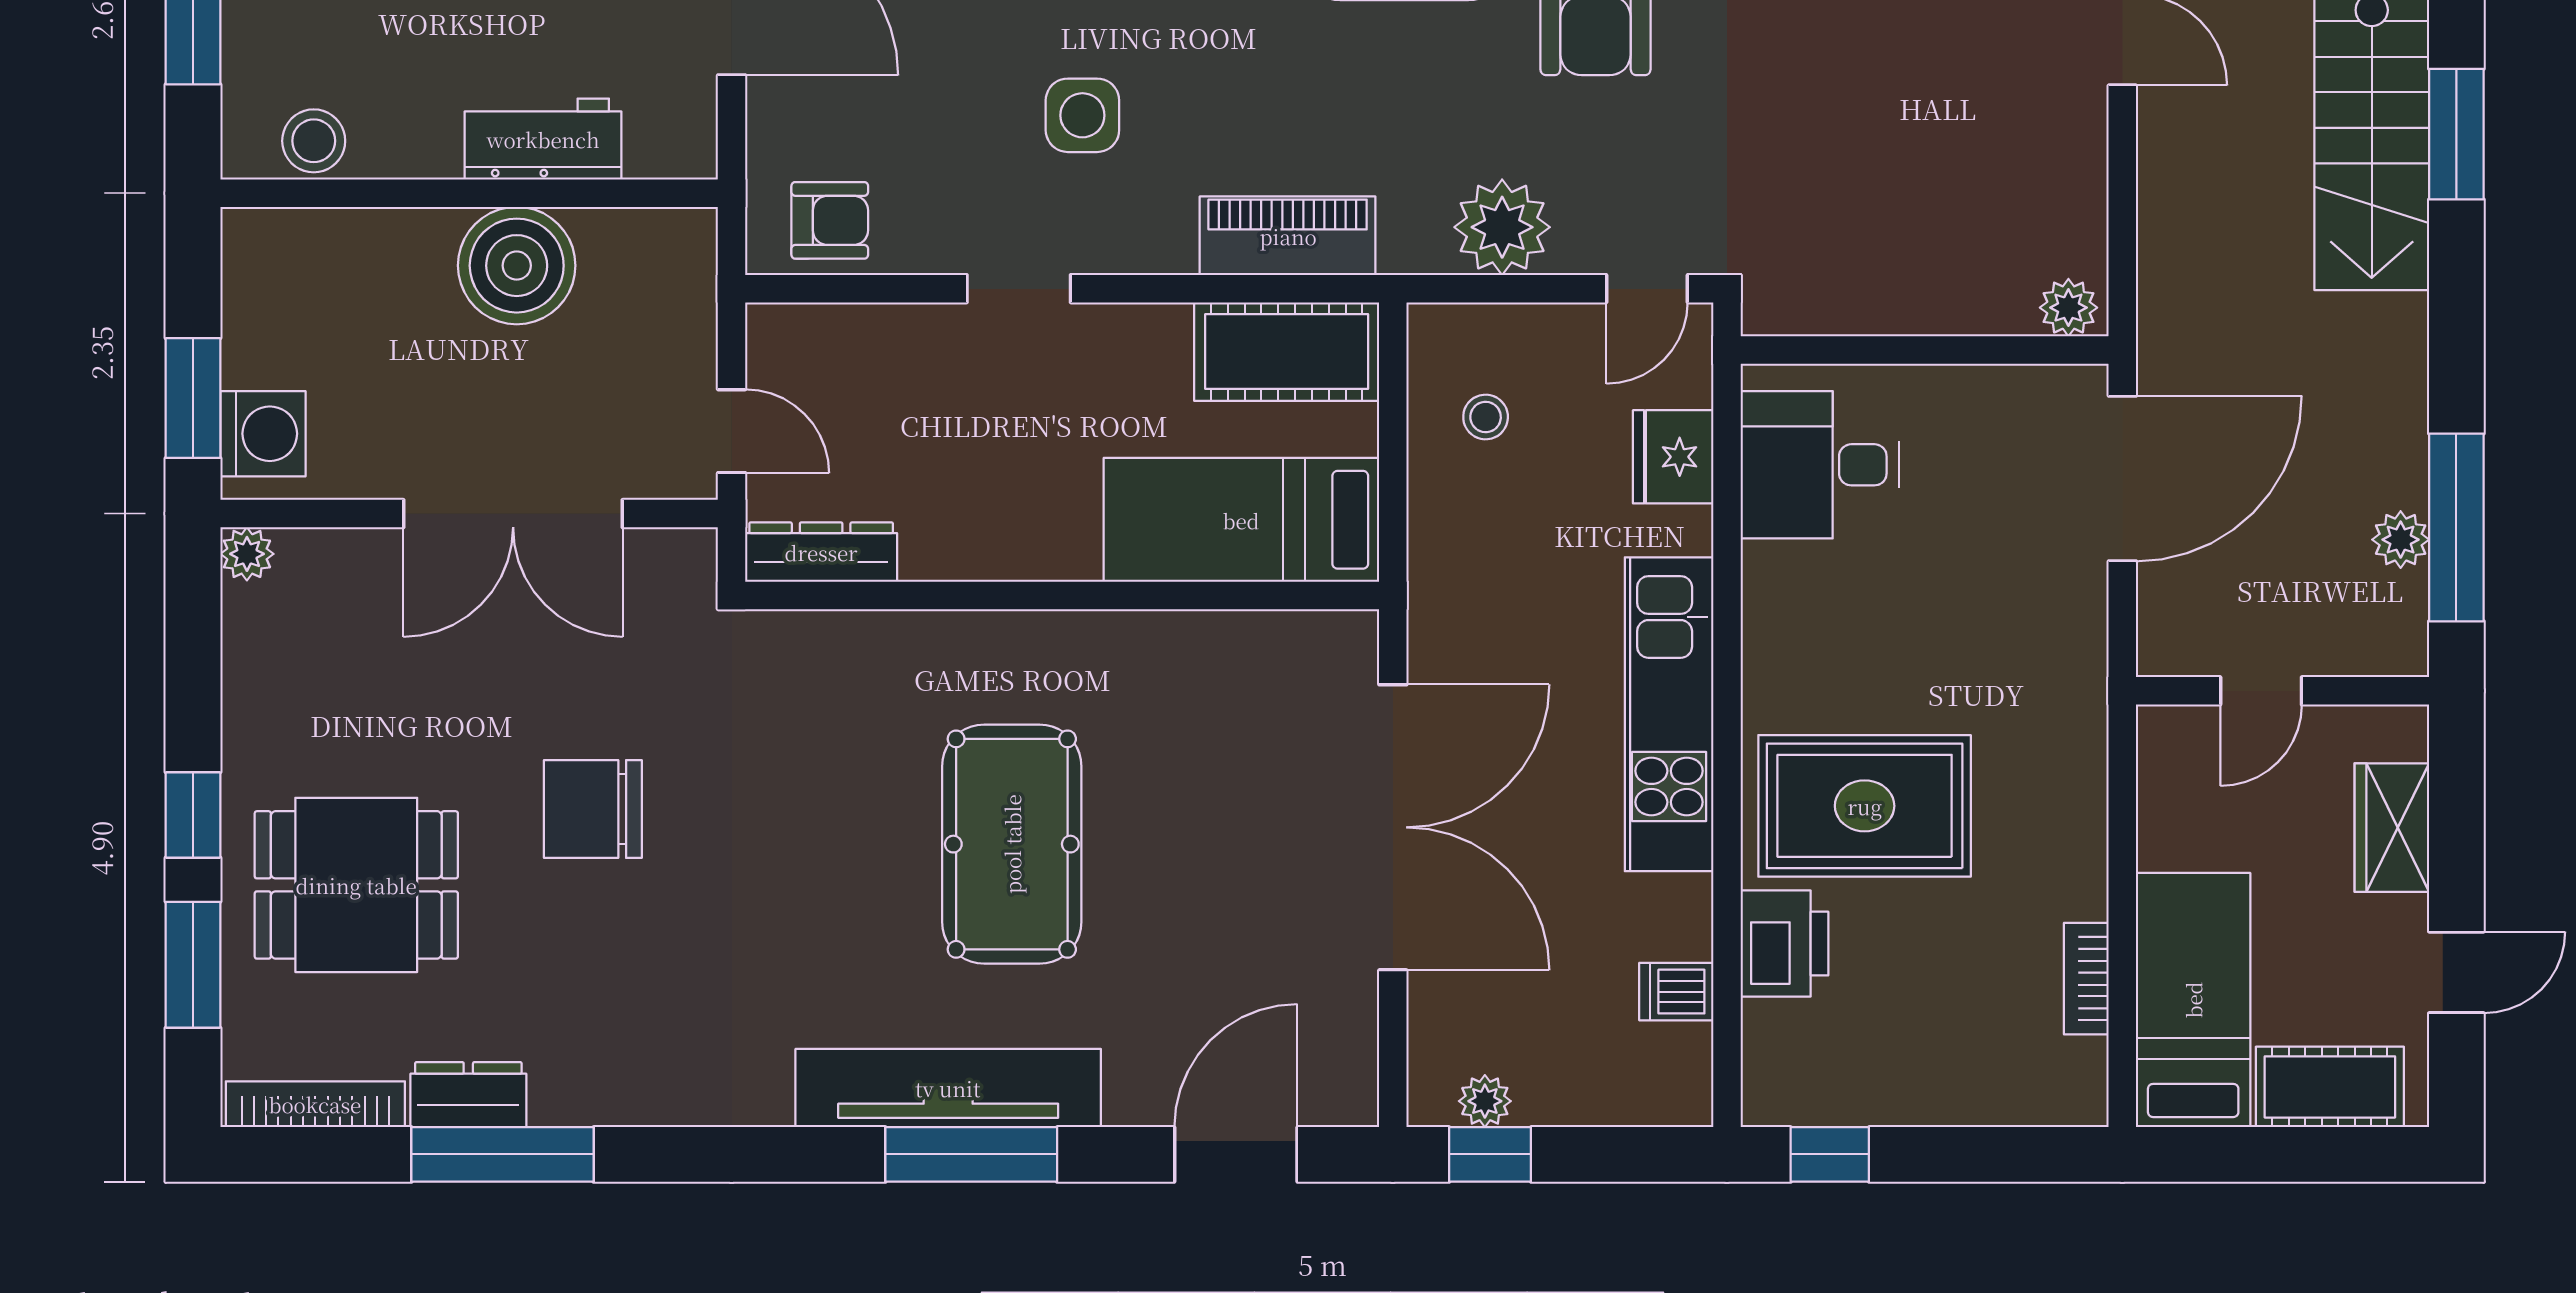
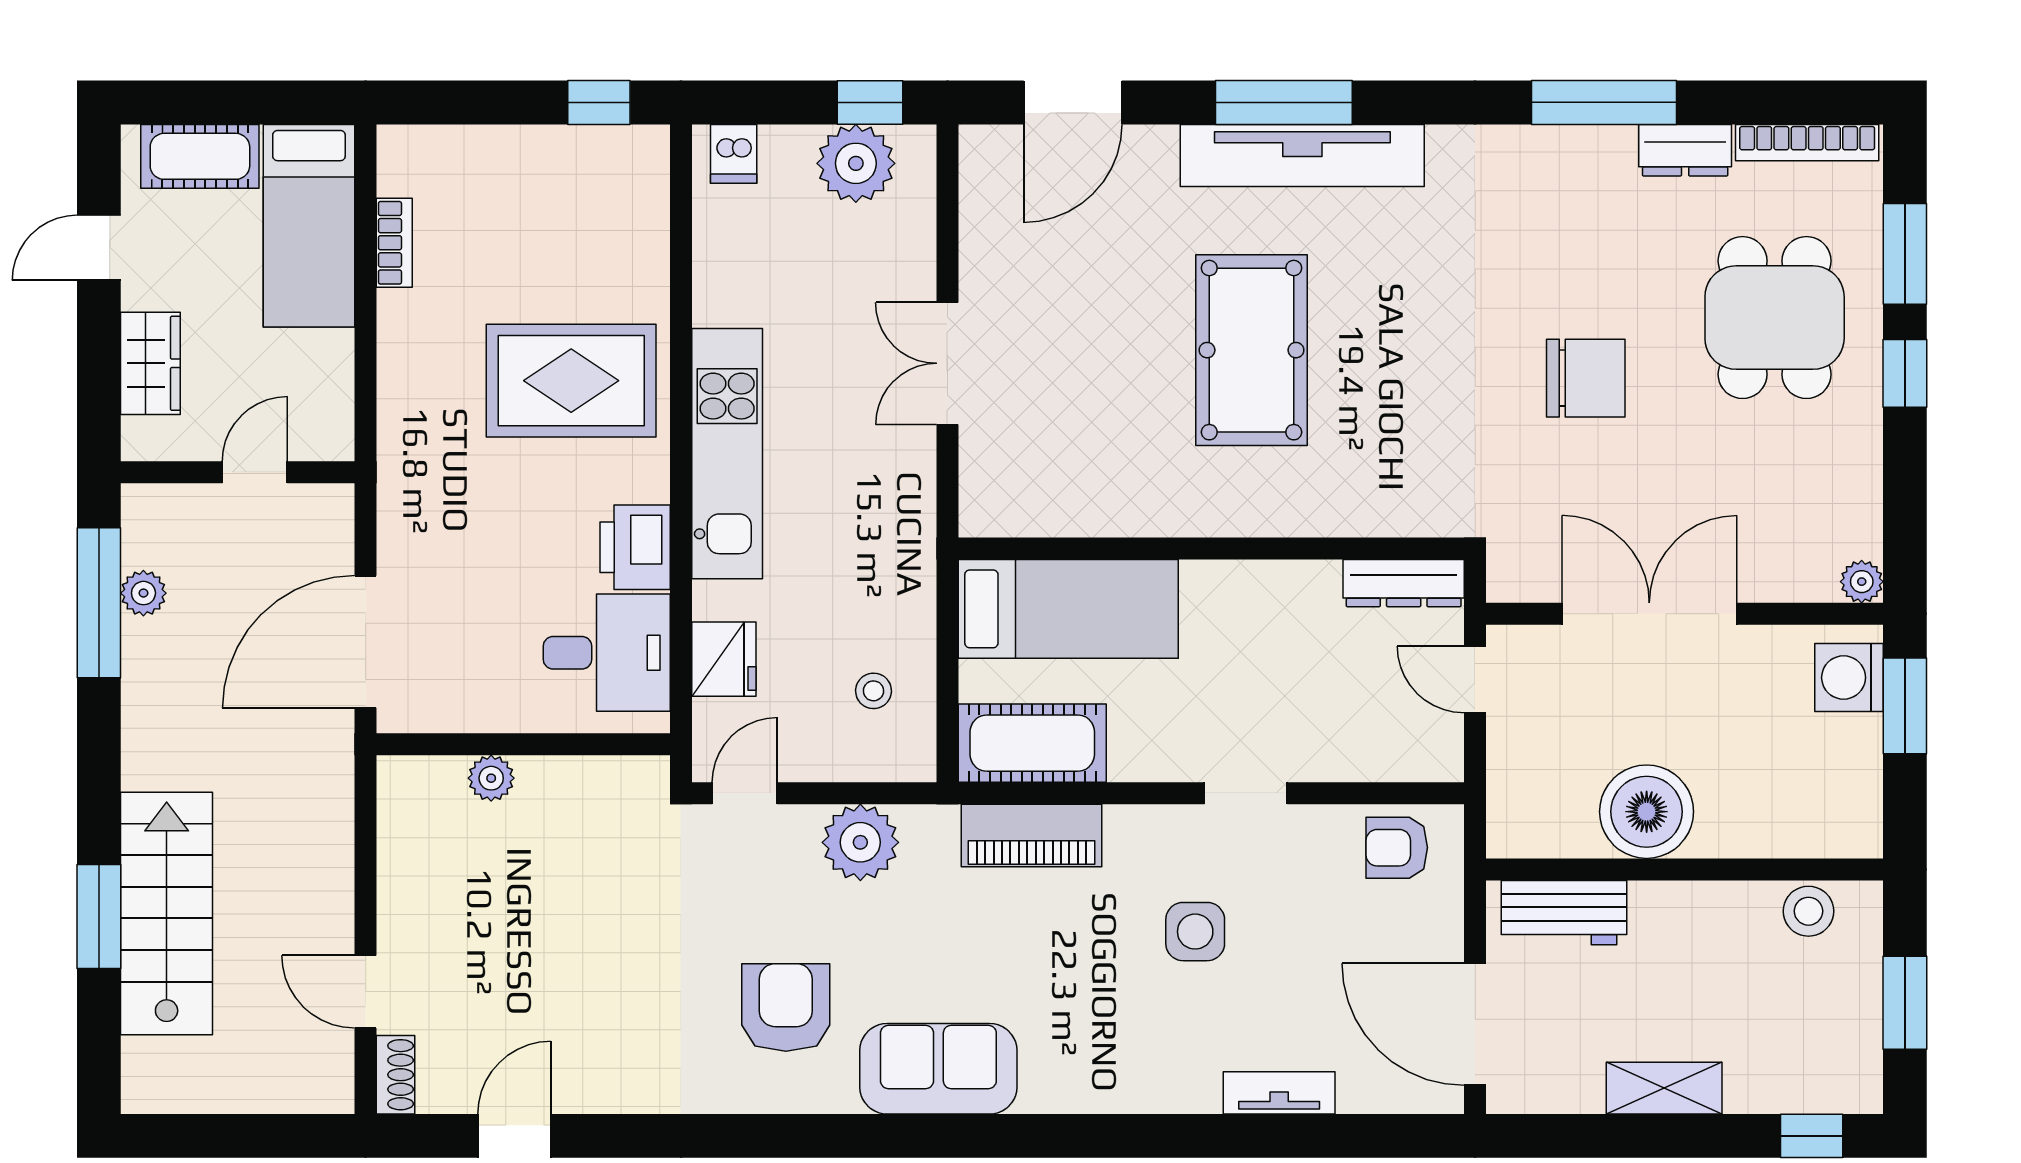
workbench: (543, 139) -> (1564, 913), moved
plant: (2068, 308) -> (491, 778), moved
double door: (1393, 827) -> (947, 363), width x0.54
dining table: (356, 885) -> (1775, 318), turned 90
printer: (1784, 944) -> (635, 547), moved
dishwasher: (1676, 992) -> (734, 154), moved, turned 90
plant: (1485, 1101) -> (856, 163), width x1.87, depth x1.87
window: (503, 1154) -> (1604, 102), moved

